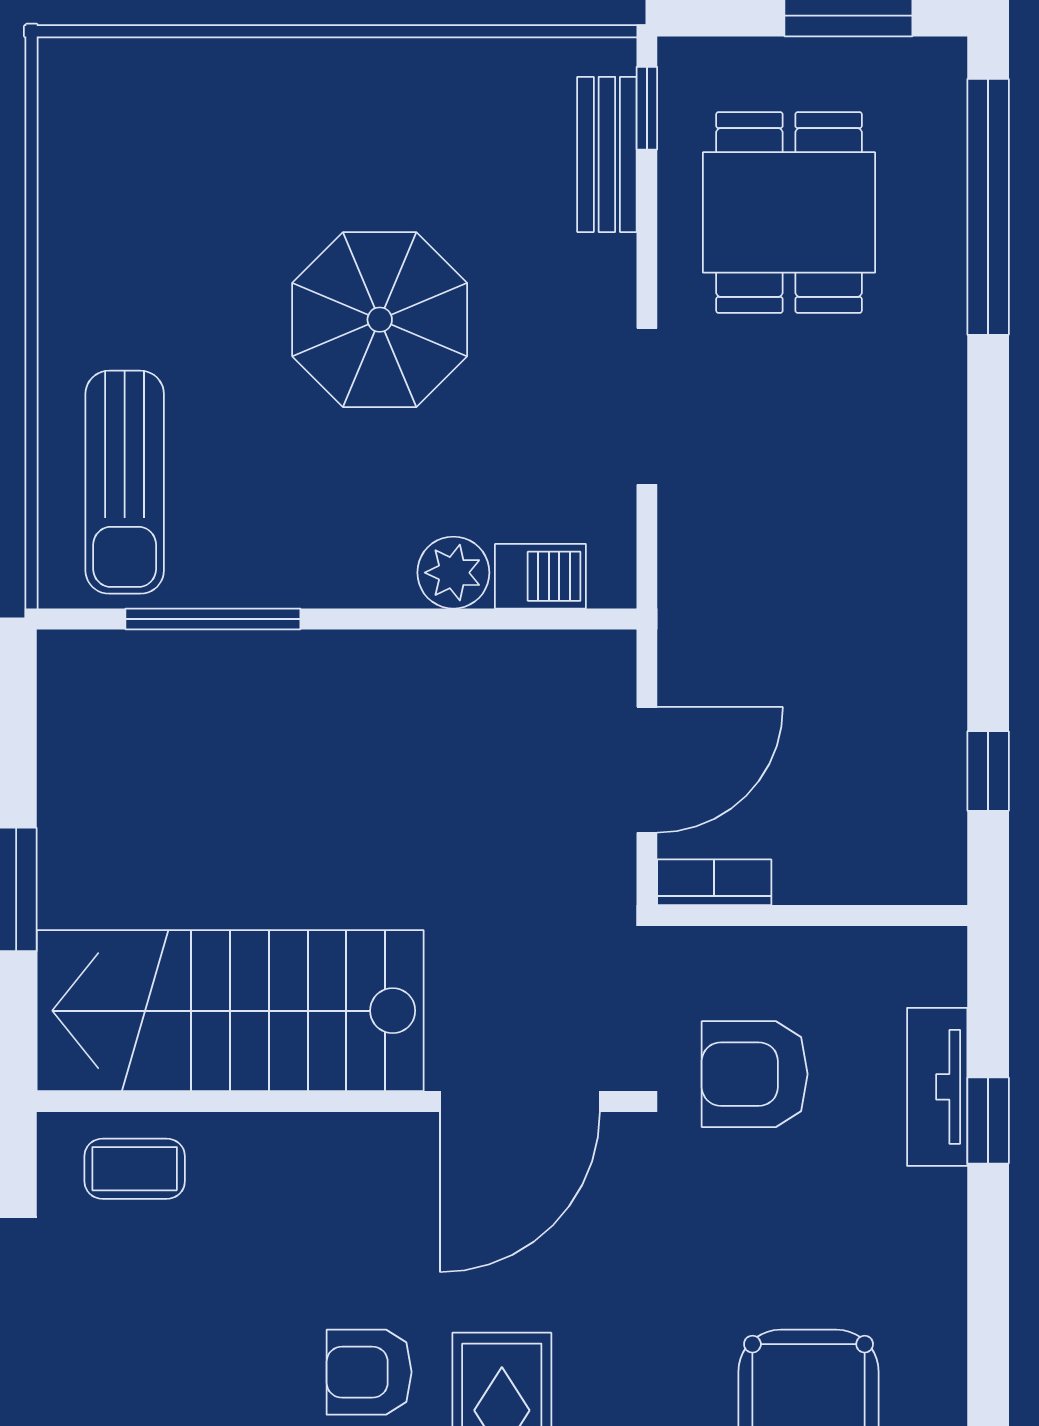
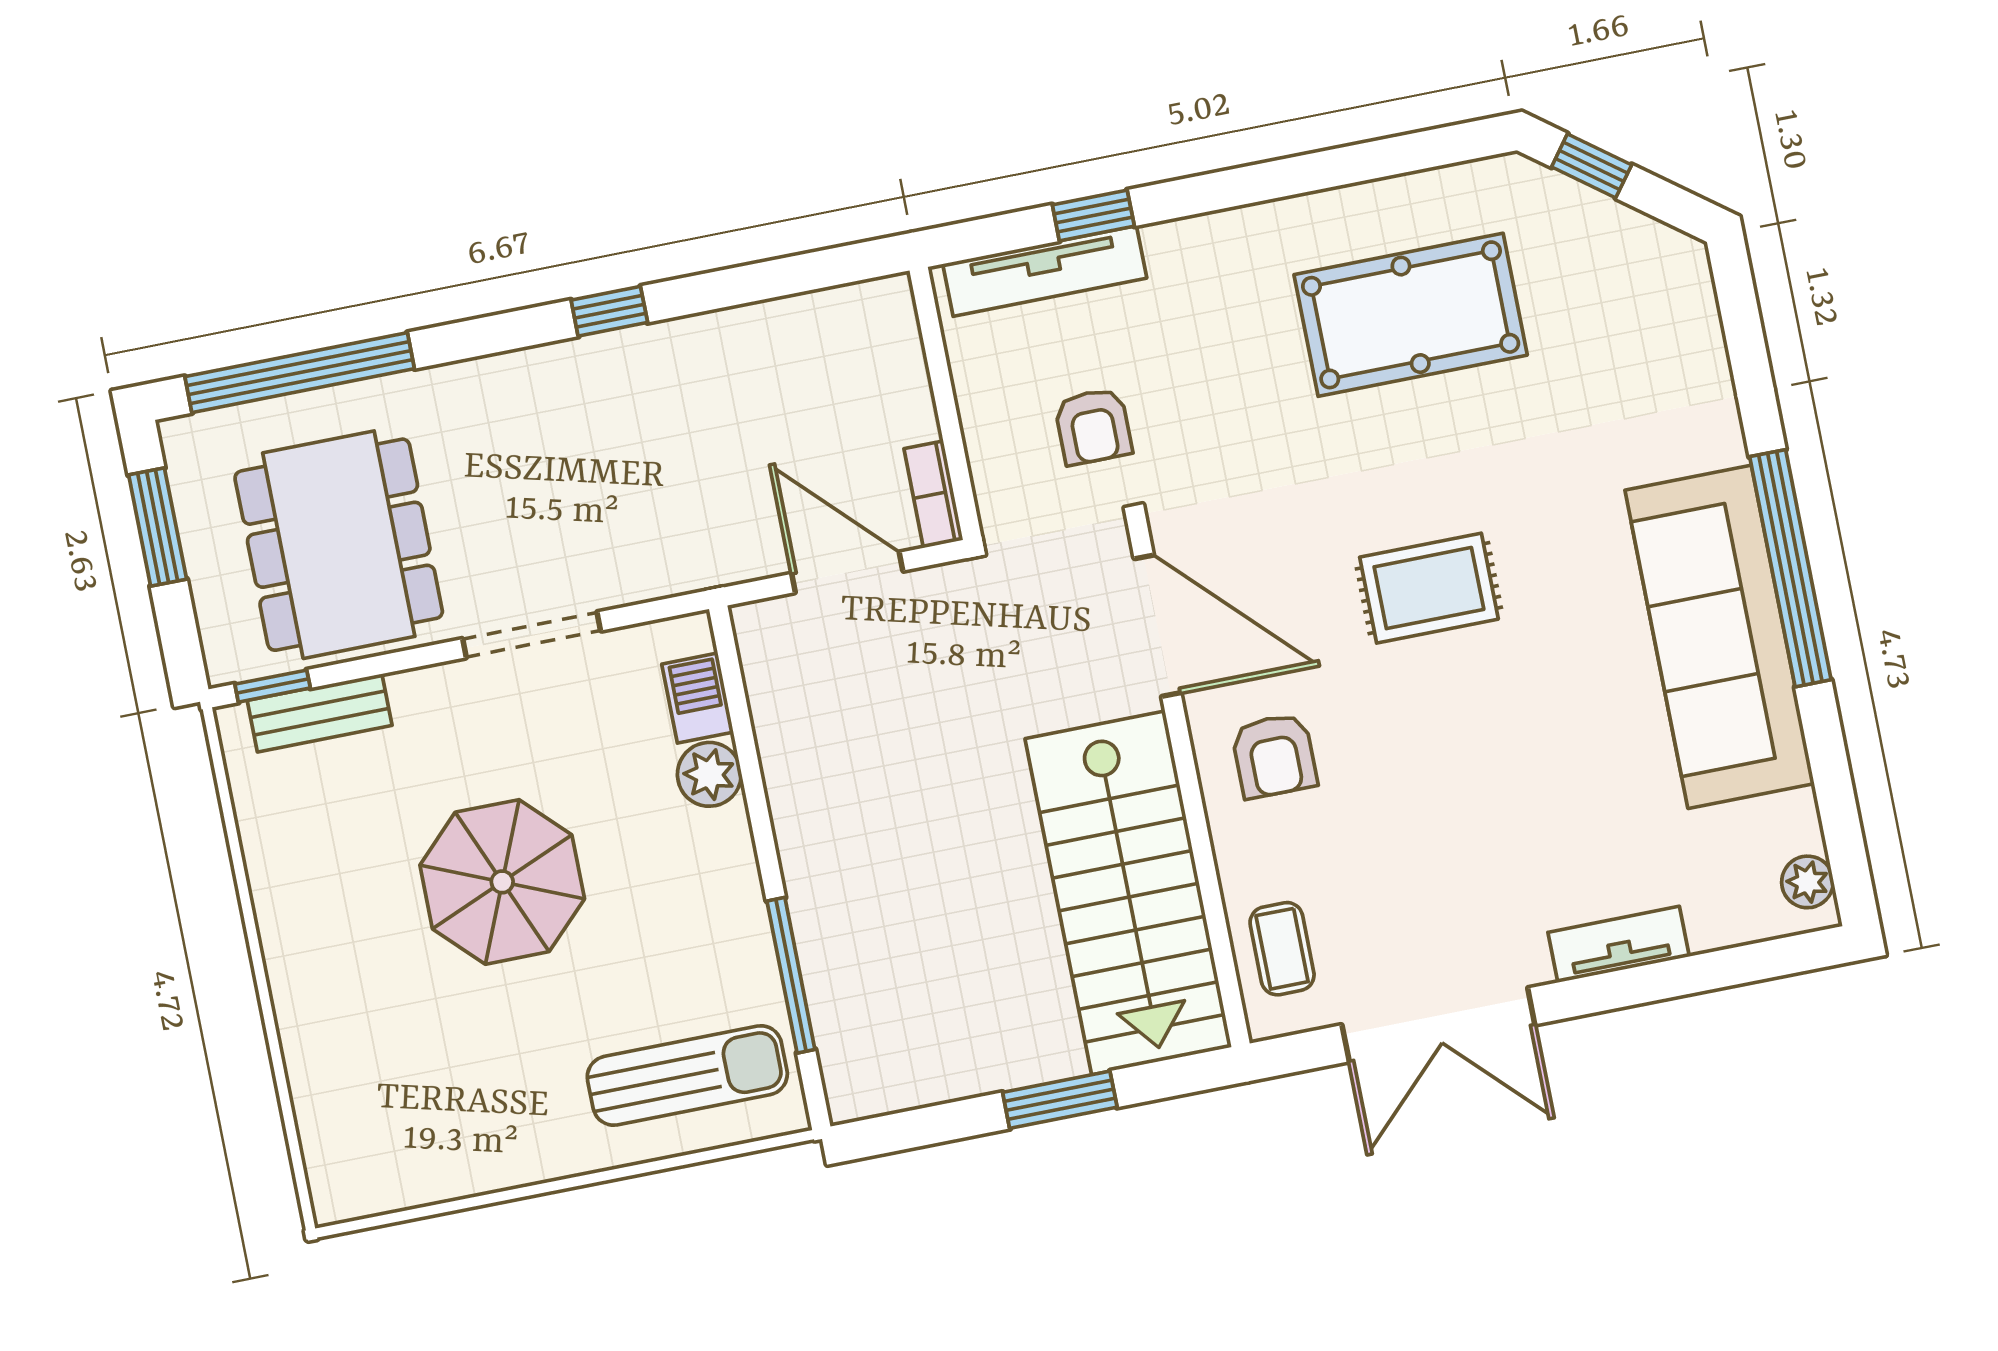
dining table: (789, 212) -> (339, 545), width x1.37
window: (988, 771) -> (609, 311), moved
armchair: (755, 1074) -> (1093, 426), width x0.72, depth x0.72
tv unit: (937, 1087) -> (1045, 271), width x1.41
armchair: (369, 1372) -> (1274, 756), moved

